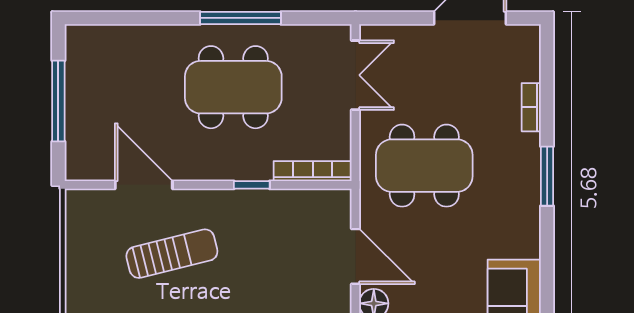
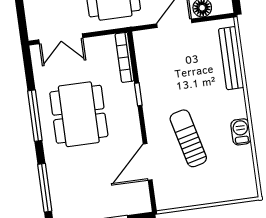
window: (125, 18) -> (45, 188), added
double door: (355, 75) -> (61, 39), swing flipped

